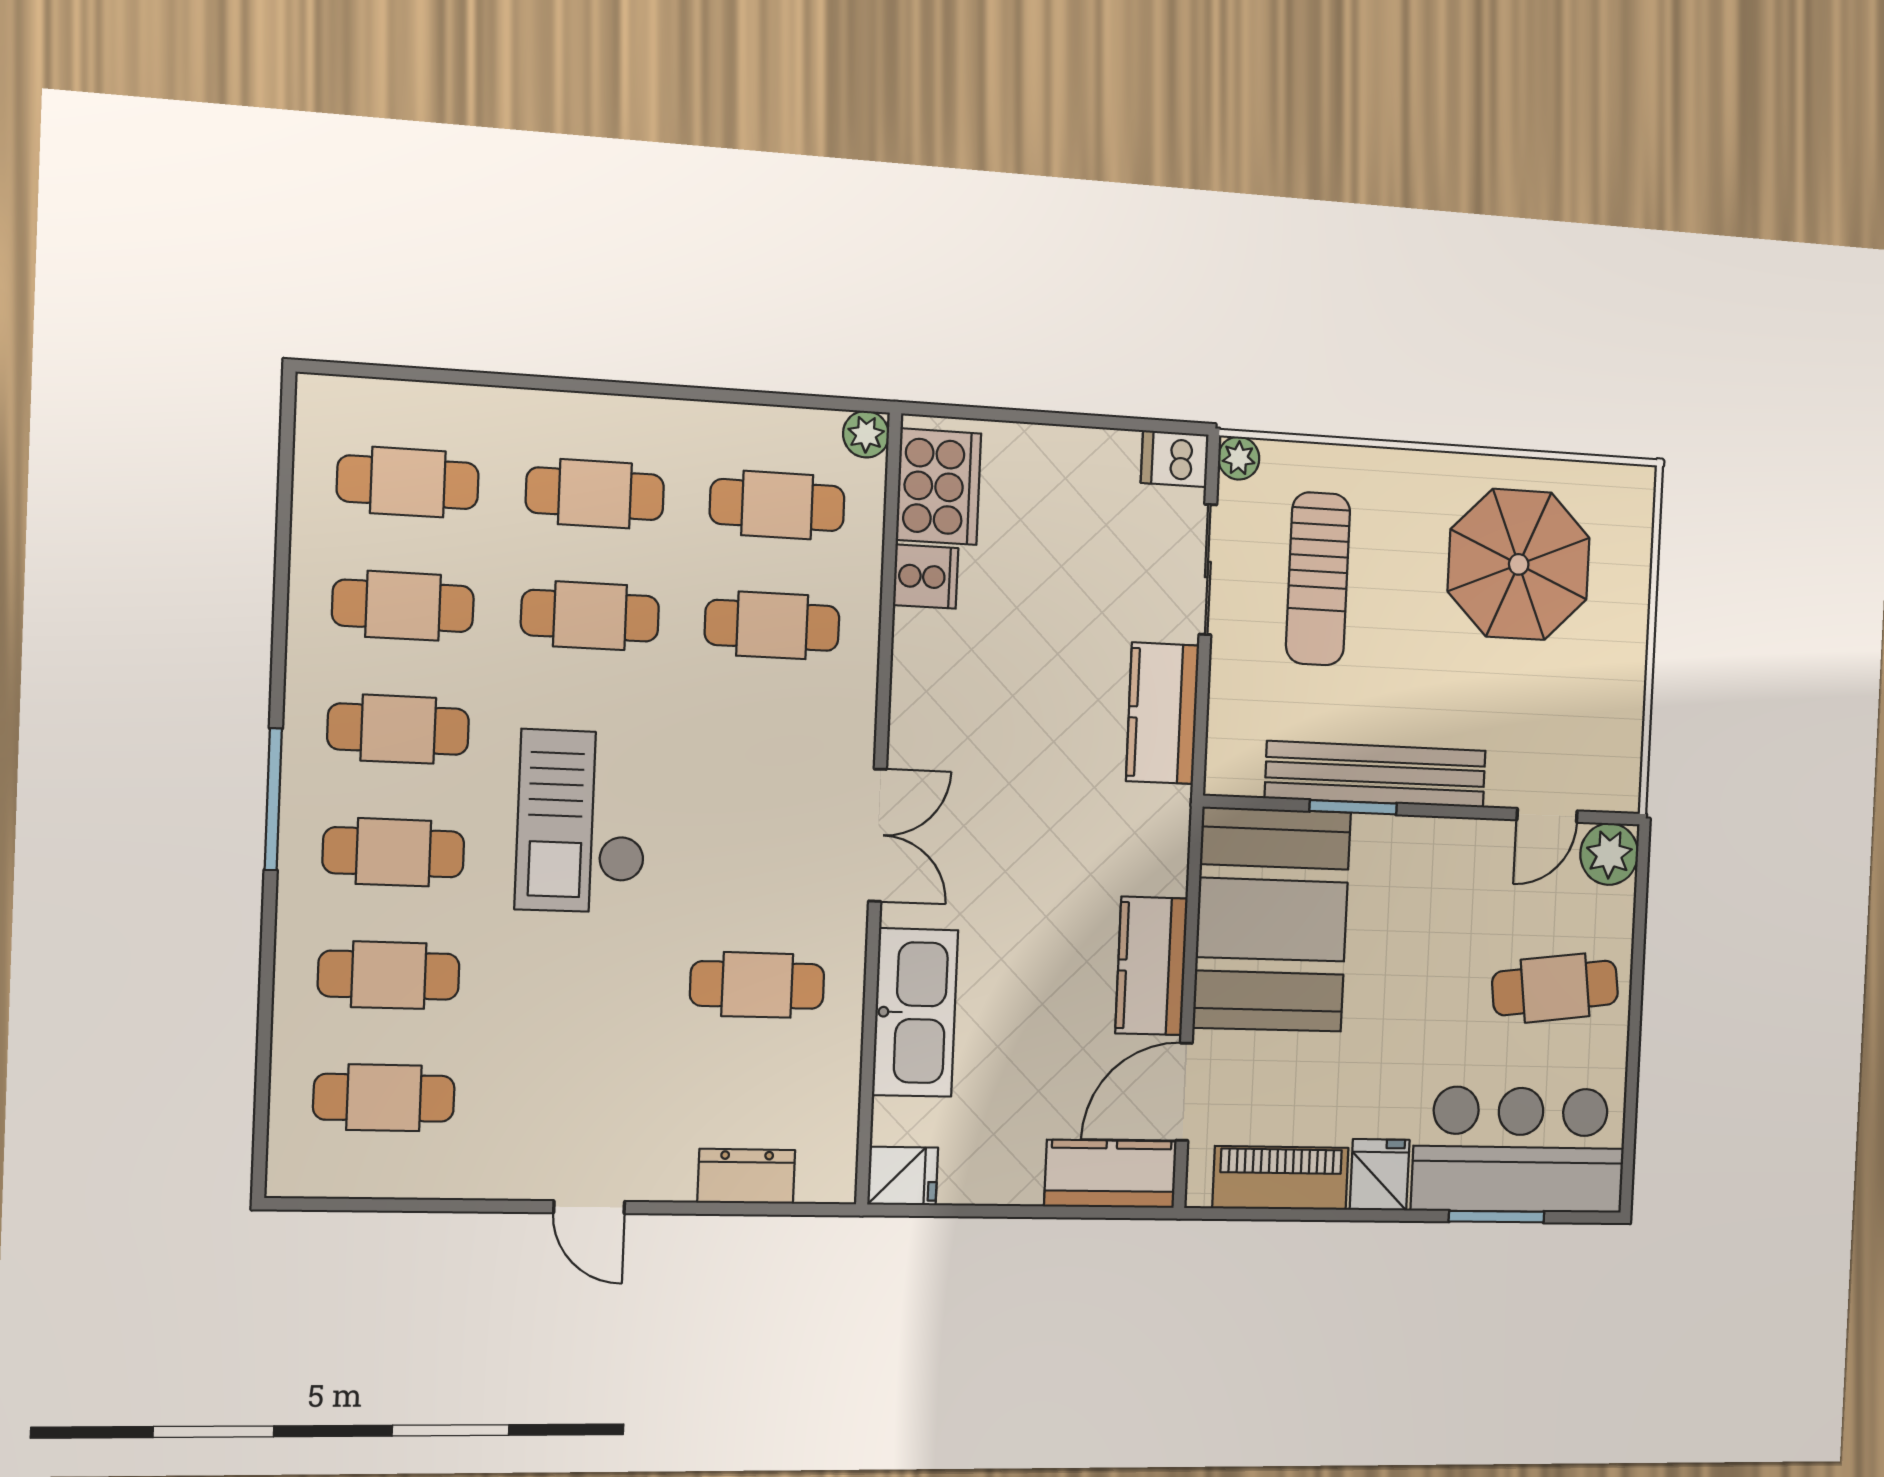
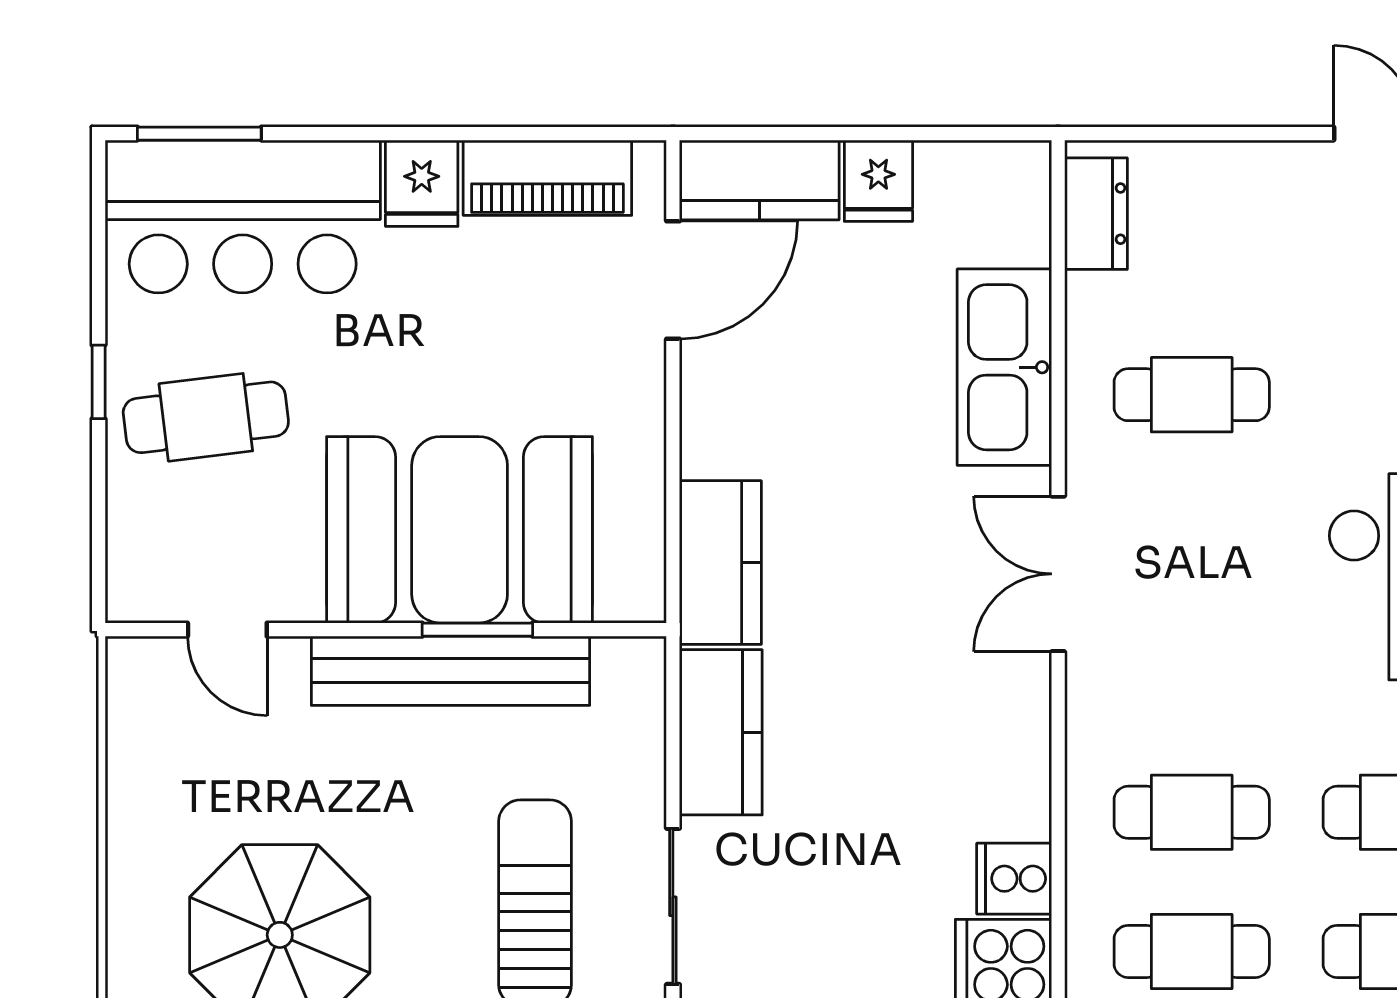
door: (1547, 815) -> (227, 630), swing flipped
plant: (1609, 854) -> (143, 585), removed
booth: (1272, 920) -> (460, 530), moved, turned 90
kitchen counter: (1151, 966) -> (720, 563), moved
window: (1635, 1019) -> (99, 382), added
dresser: (746, 1176) -> (1096, 214), moved, turned -90
fridge: (903, 1176) -> (878, 181), moved, turned -90
window: (1497, 1217) -> (199, 134), moved

